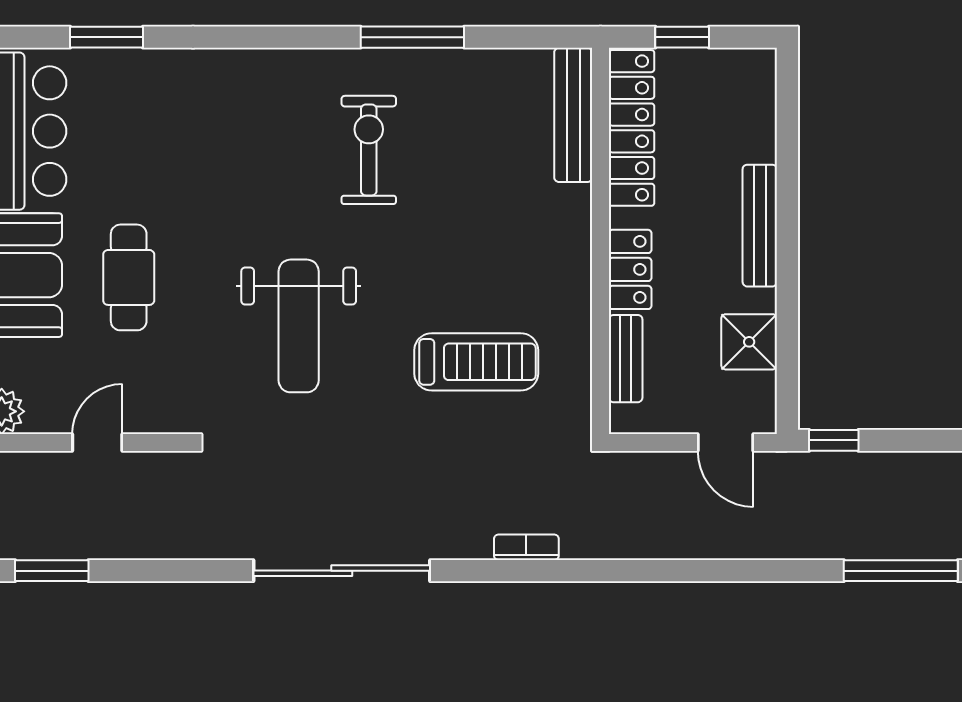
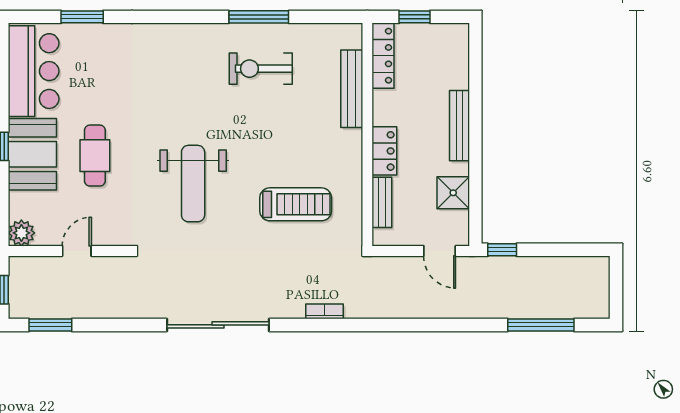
bench: (573, 115) -> (352, 89), moved
locker: (632, 128) -> (383, 56), width x0.71, depth x0.83
exercise bike: (369, 150) -> (261, 69), moved, turned -90

